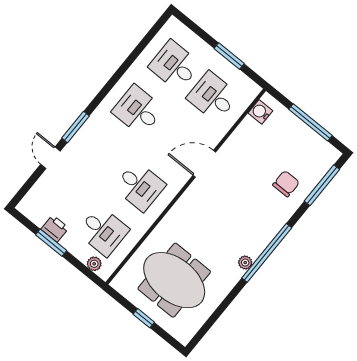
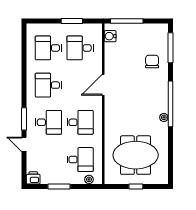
window: (311, 122) -> (127, 21), moved
desk: (101, 155) -> (48, 122), added
printer: (55, 229) -> (33, 178), moved

